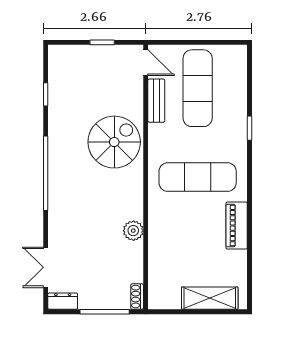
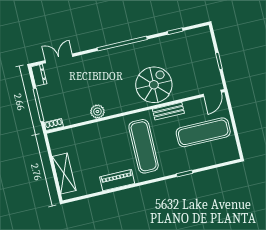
bench: (156, 101) -> (168, 111), moved
spiral stairs: (114, 142) -> (154, 85), turned -90

